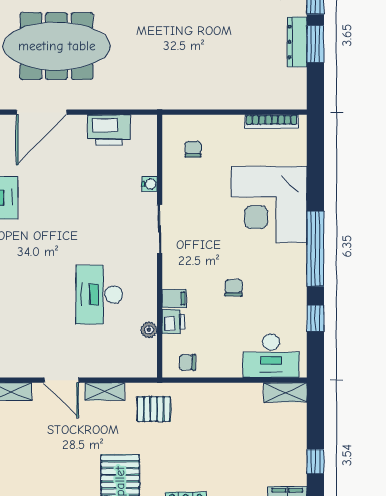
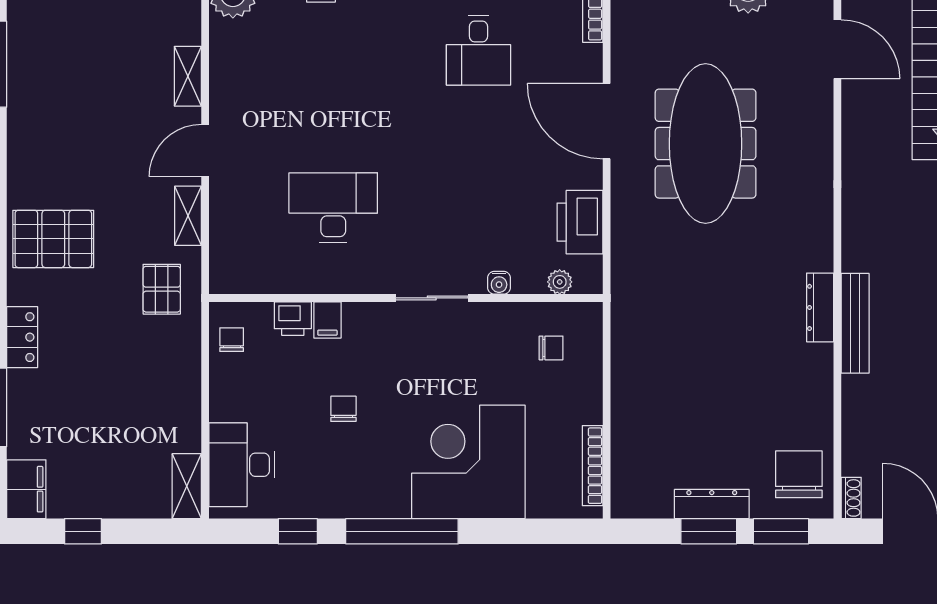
chair: (234, 288) -> (343, 409), turned -90
plant: (149, 330) -> (560, 282), moved

